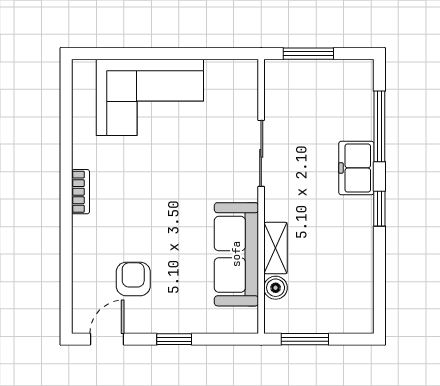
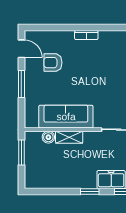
bookcase: (81, 192) -> (86, 35), moved
armchair: (133, 279) -> (53, 63), turned 180
window: (174, 339) -> (21, 84), width x1.50

